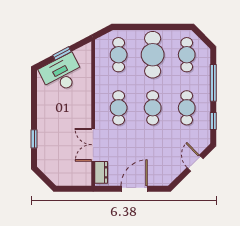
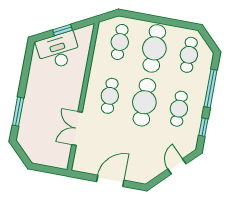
cafe table: (153, 108) -> (144, 102), width x1.37, depth x1.35
window: (34, 139) -> (18, 112), width x1.50
dresser: (101, 172) -> (80, 158), removed

